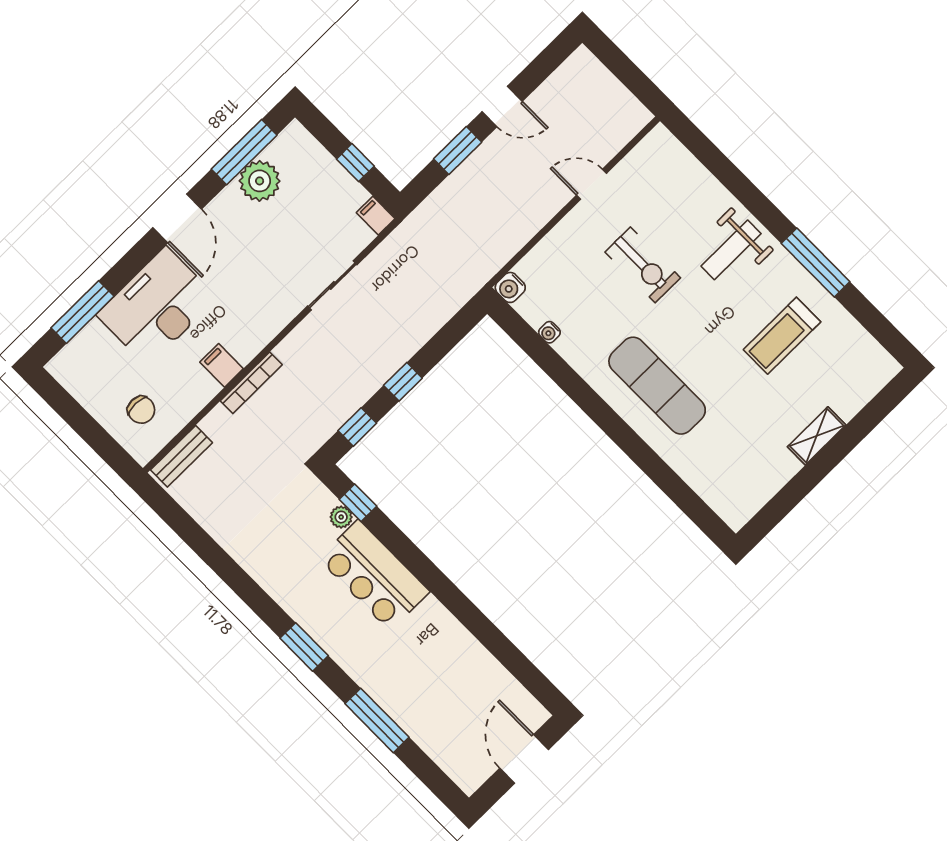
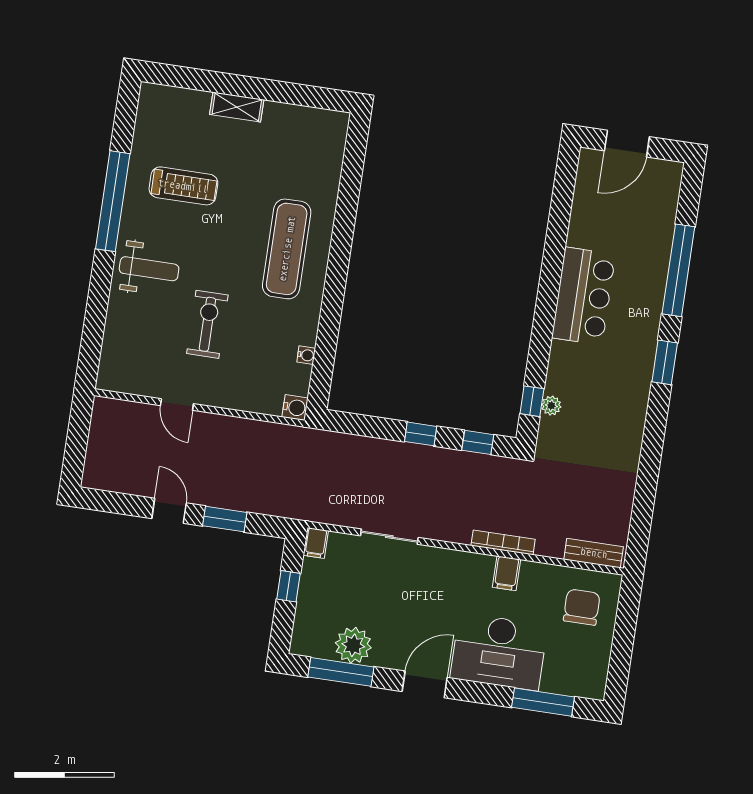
window: (816, 263) -> (113, 201), width x1.46
chair: (141, 410) -> (582, 607), width x1.37, depth x1.37
bar counter: (374, 575) -> (584, 296), moved
window: (377, 720) -> (678, 270), width x1.46

